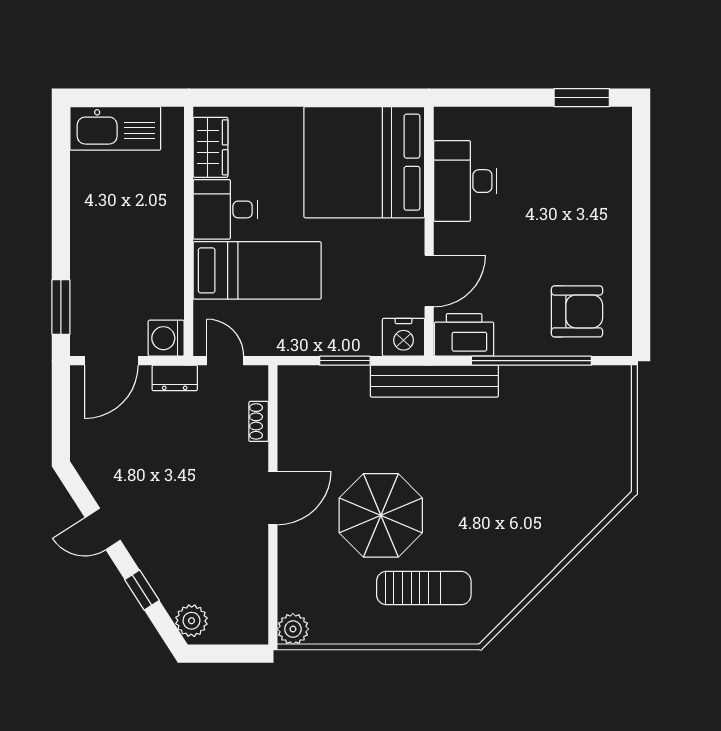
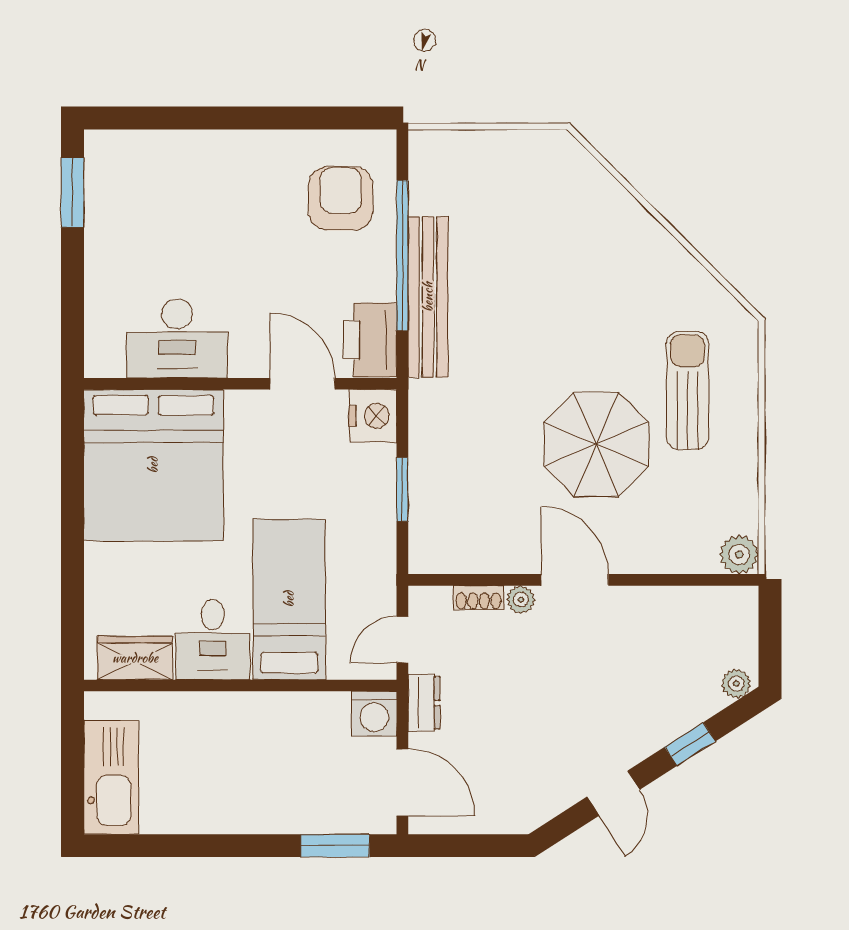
bench: (434, 381) -> (428, 297), moved
plant: (257, 455) -> (521, 600), added
plant: (191, 621) -> (736, 684), width x0.73, depth x0.73

